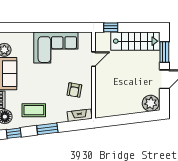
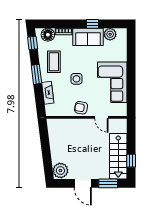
window: (111, 27) -> (131, 161), moved
side table: (52, 86) -> (76, 79), added
armchair: (74, 90) -> (81, 108), moved
fireplace: (80, 115) -> (48, 93), moved

